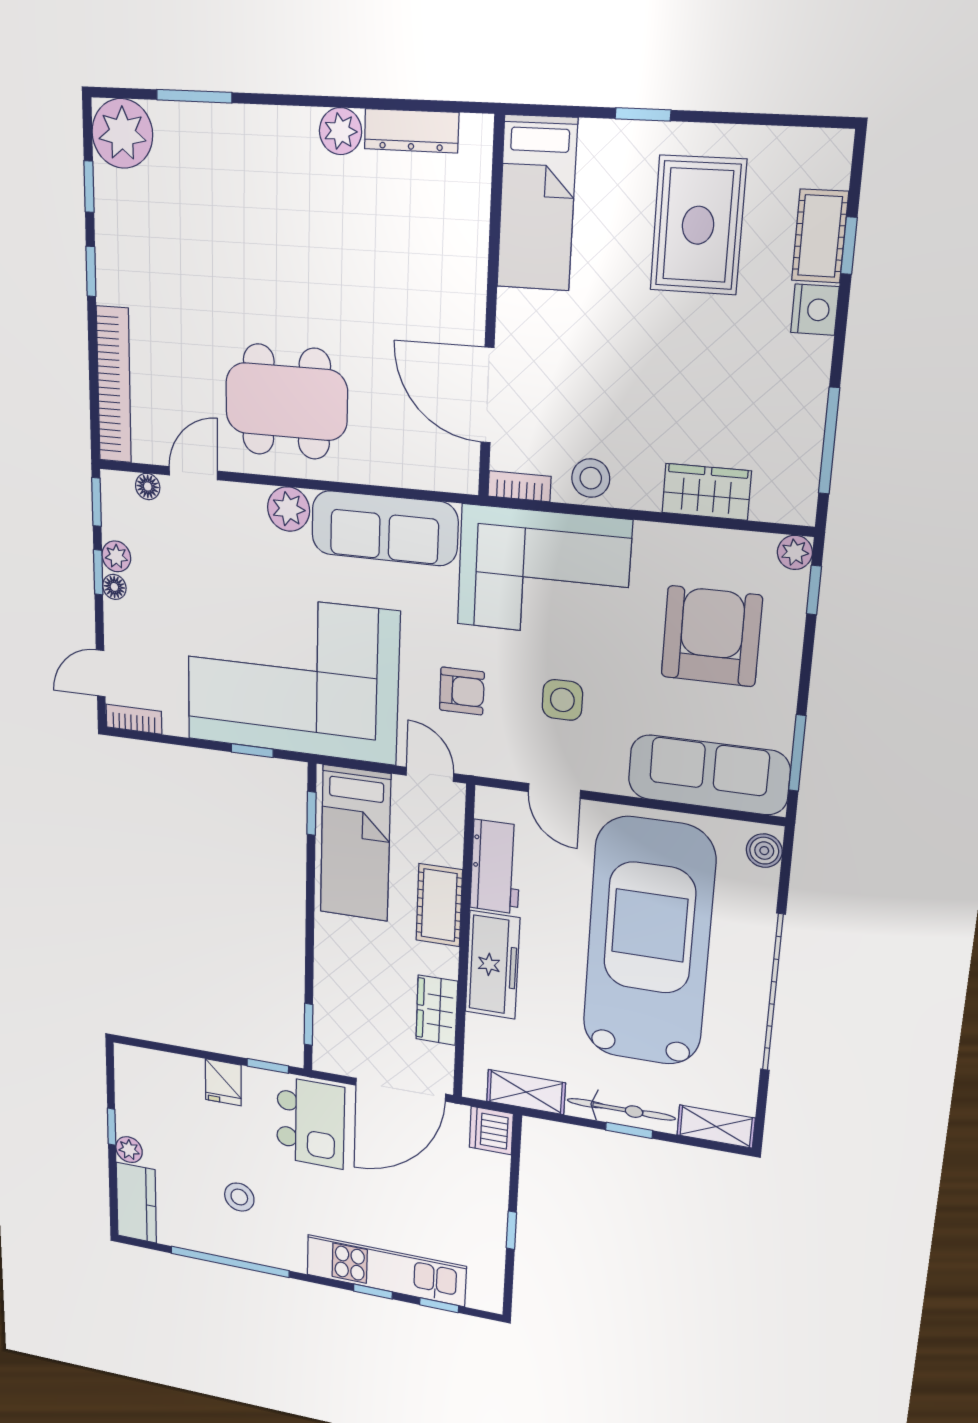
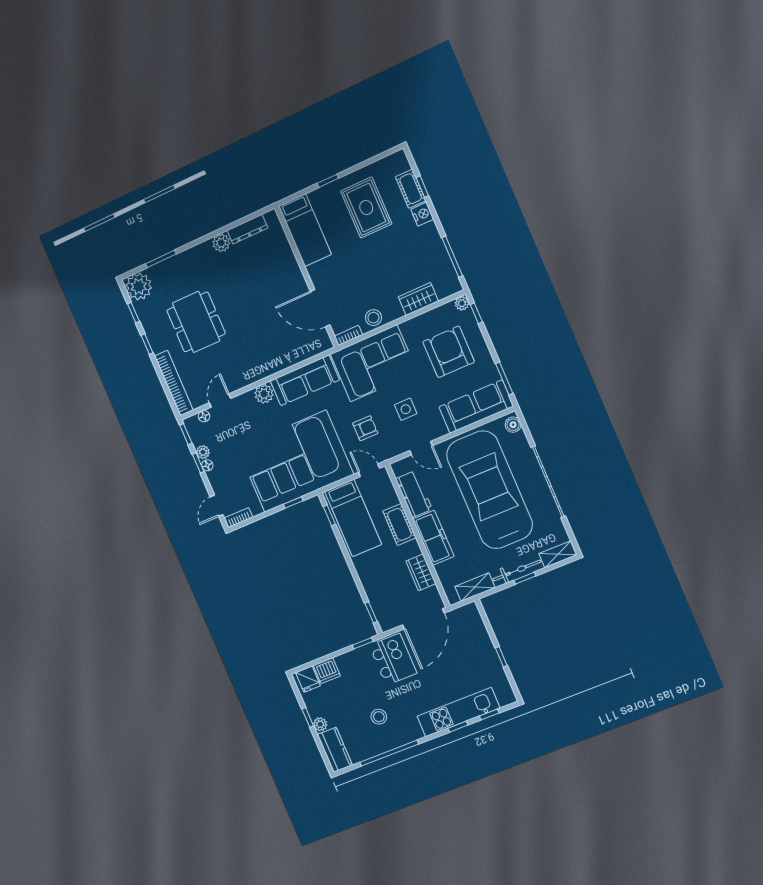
dining table: (286, 402) -> (196, 322), moved, turned 90
fridge: (223, 1082) -> (308, 679), moved
dishwasher: (491, 1131) -> (327, 671), moved, turned -90

